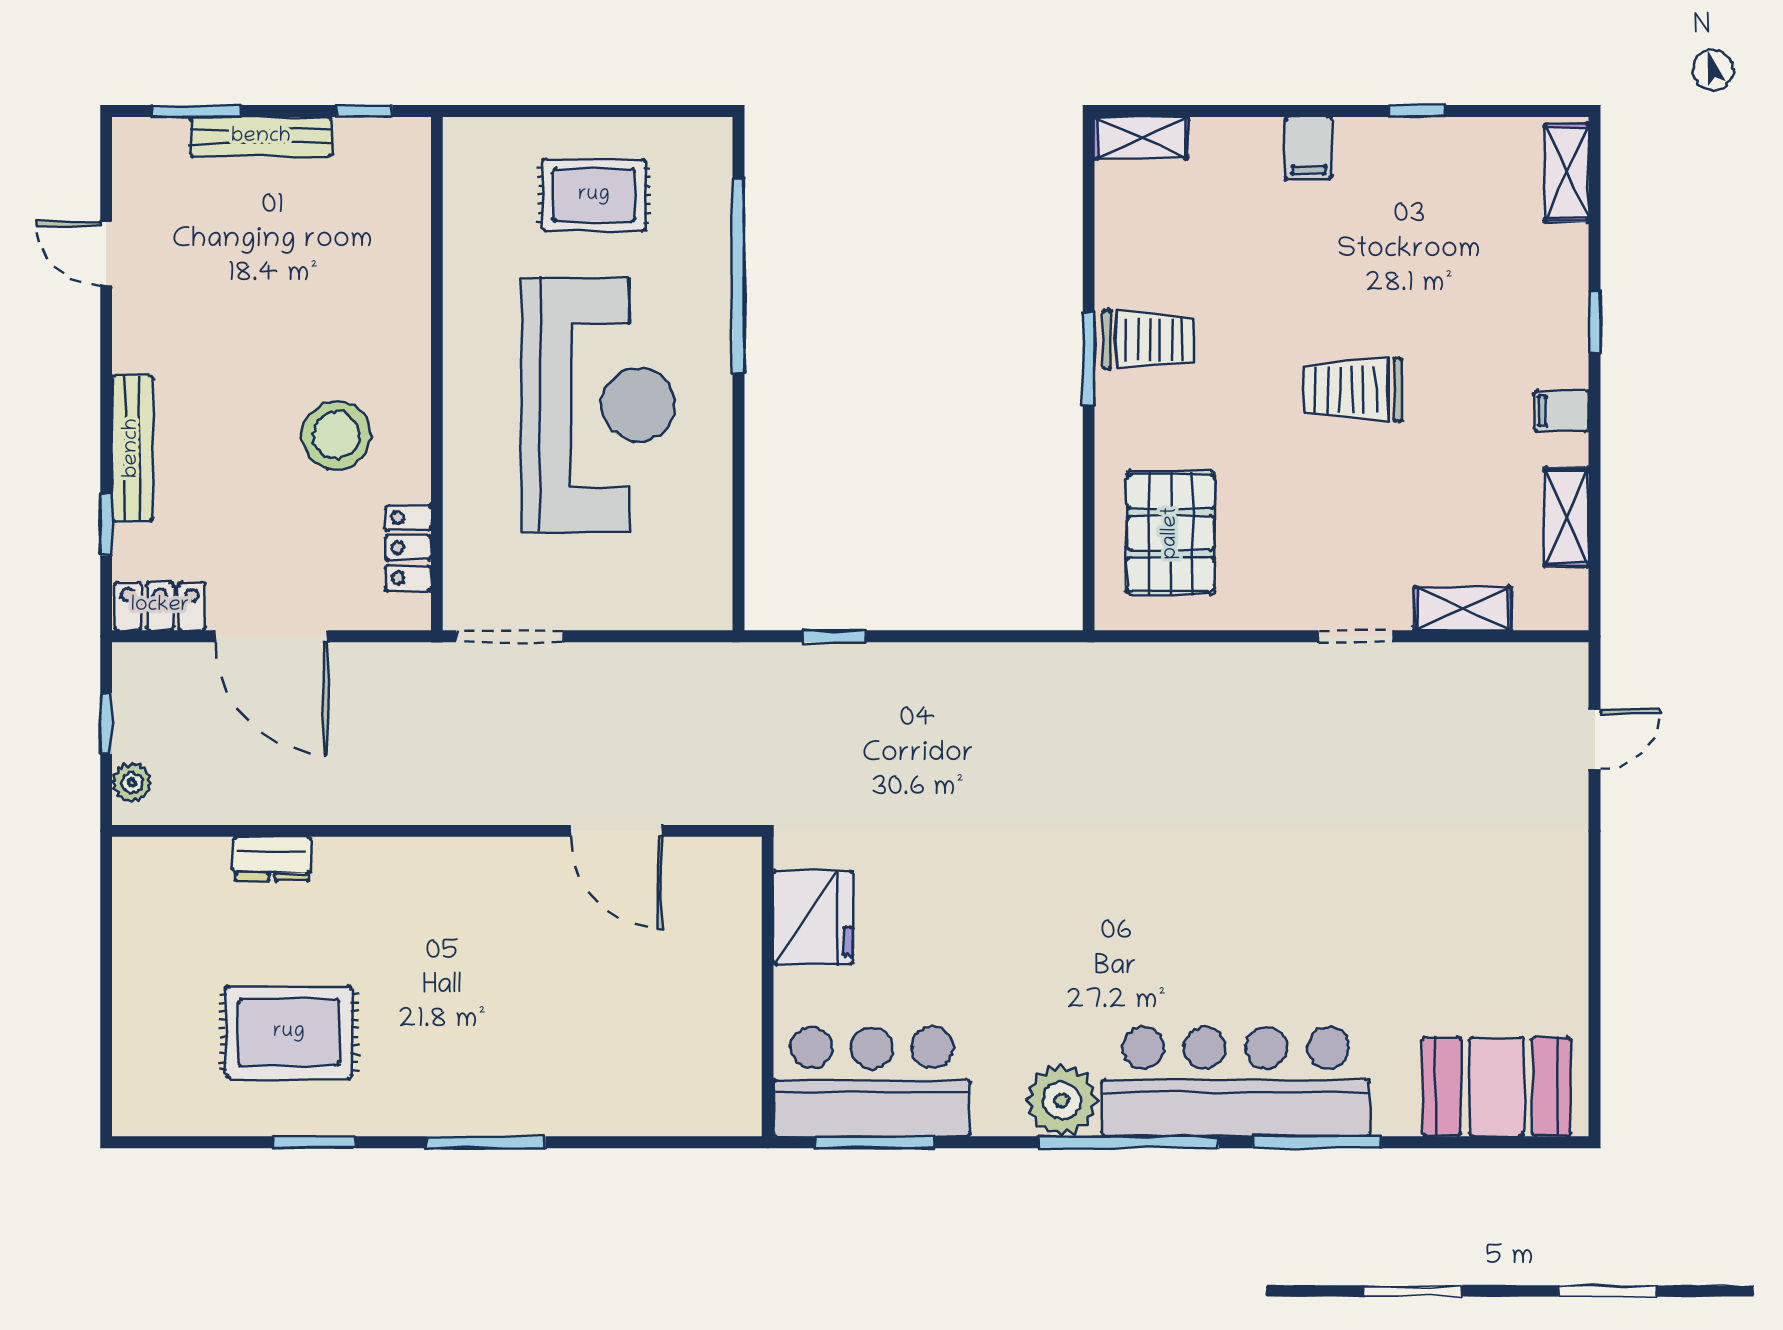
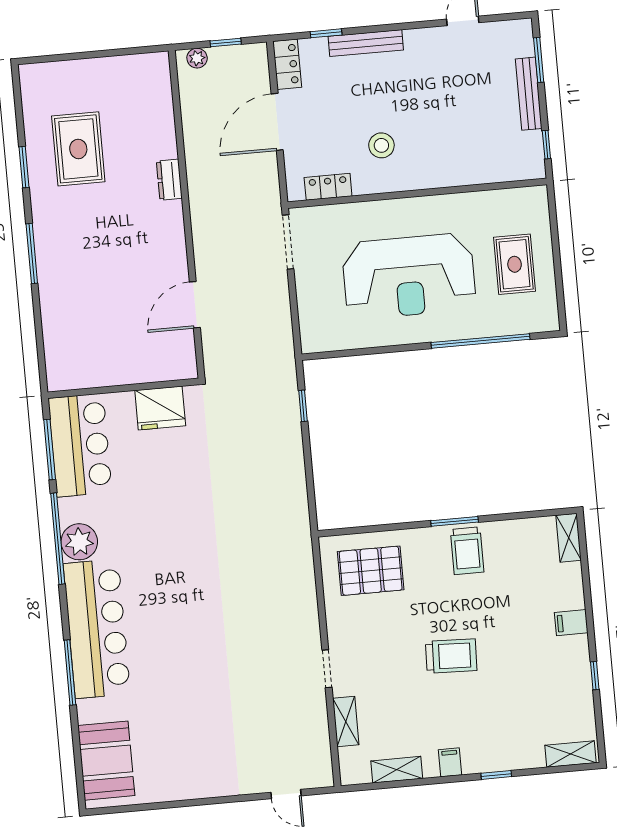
trolley: (1353, 390) -> (451, 656), turned 92
stool: (336, 436) -> (381, 145), width x0.73, depth x0.73
dresser: (272, 859) -> (169, 180), moved
window: (1129, 1142) -> (58, 539), moved

